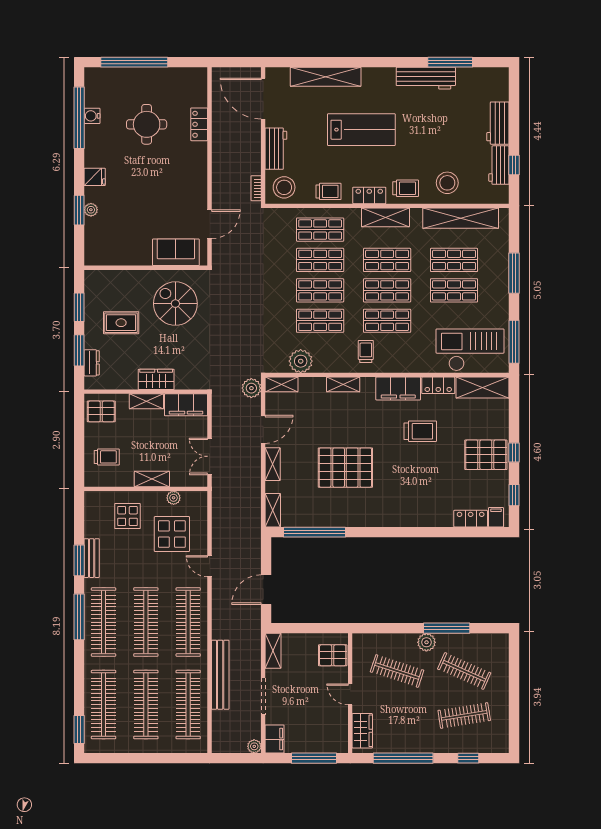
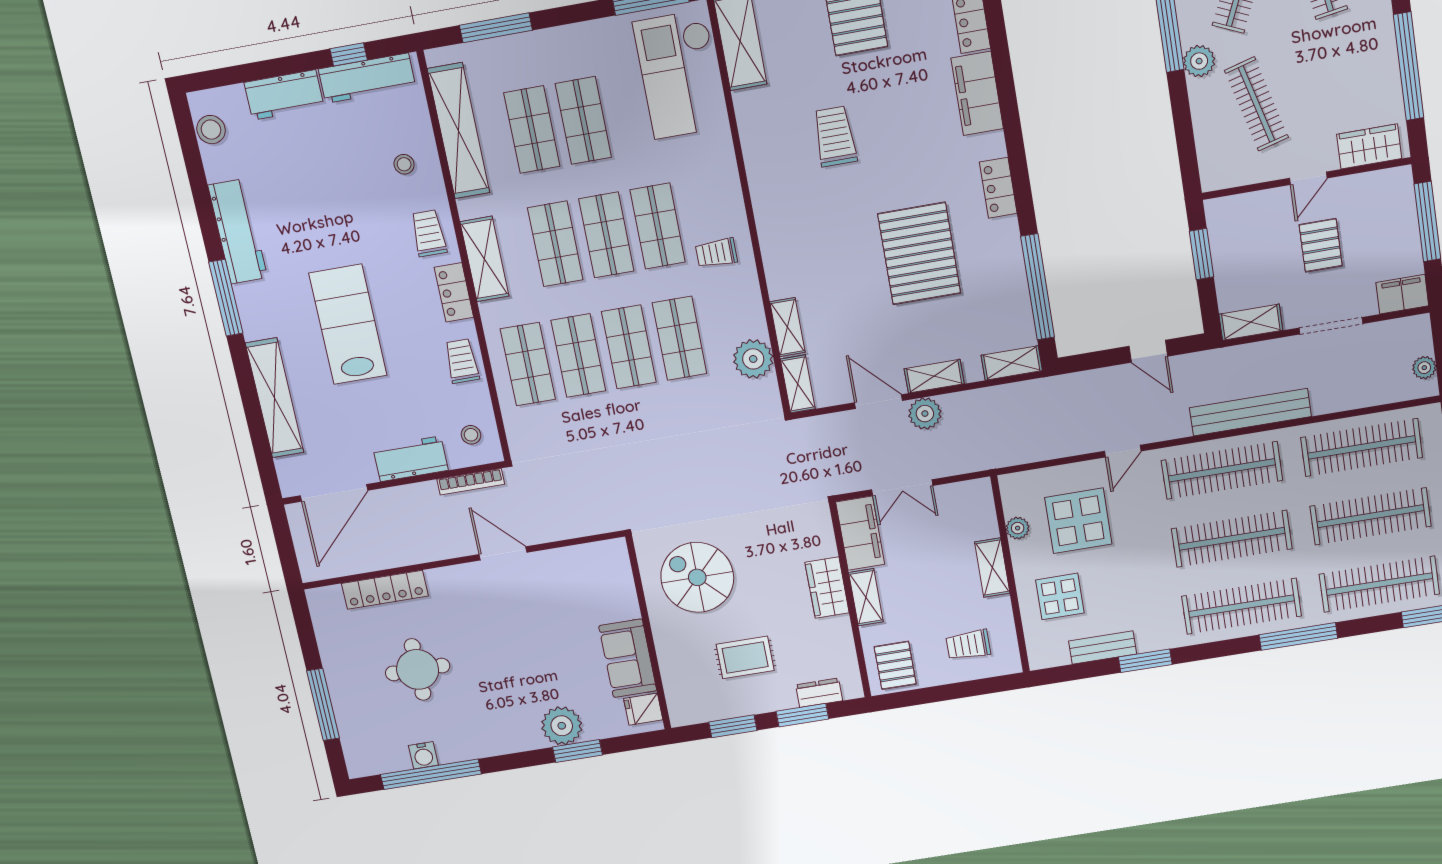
window: (134, 62) -> (323, 705), width x0.68
window: (450, 62) -> (226, 298), moved
stool: (486, 77) -> (211, 130), added
locker: (199, 124) -> (385, 590), width x1.53
workbench: (499, 165) -> (367, 78), width x1.38
fridge: (95, 177) -> (643, 709), moved, turned -90
stool: (447, 183) -> (404, 164), width x0.53, depth x0.53
stool: (284, 187) -> (471, 435), width x0.53, depth x0.53
bookcase: (256, 188) -> (471, 482), width x1.56
plant: (91, 210) -> (562, 726), width x1.88, depth x1.88
door: (210, 224) -> (503, 553), moved
sofa: (176, 252) -> (628, 658), moved
window: (514, 273) -> (496, 28), moved
spiral stairs: (175, 304) -> (697, 577), turned 90
rug: (121, 323) -> (745, 657), turned 90
shelving: (343, 384) -> (787, 327), moved
locker: (438, 385) -> (998, 188), moved, turned 180
plant: (251, 388) -> (925, 414), moved
filing cabinet: (398, 389) -> (977, 93), moved, turned 180
double door: (210, 456) -> (902, 488), moved
trolley: (107, 457) -> (968, 645), turned -90
bench: (92, 558) -> (1103, 648), moved
door: (266, 590) -> (1148, 351), width x0.73
window: (79, 617) -> (1298, 636), moved
window: (317, 628) -> (1202, 254), added
pallet: (333, 655) -> (1321, 245), moved
clothes rail: (397, 671) -> (1257, 104), turned -33
bench: (220, 675) -> (1250, 412), moved
plant: (254, 746) -> (1424, 368), moved

